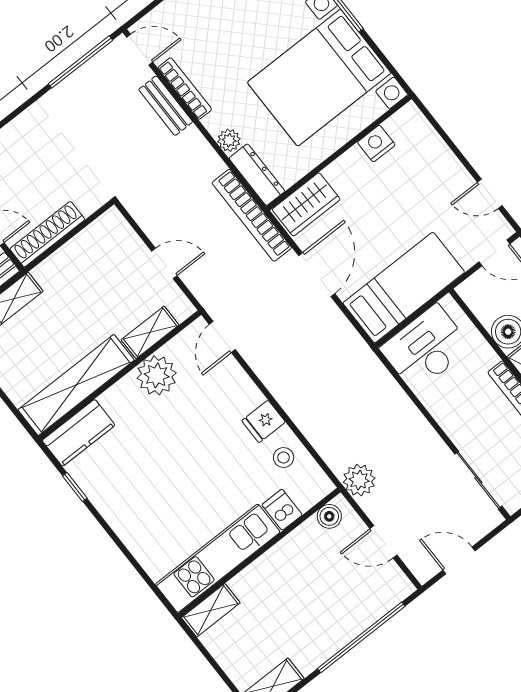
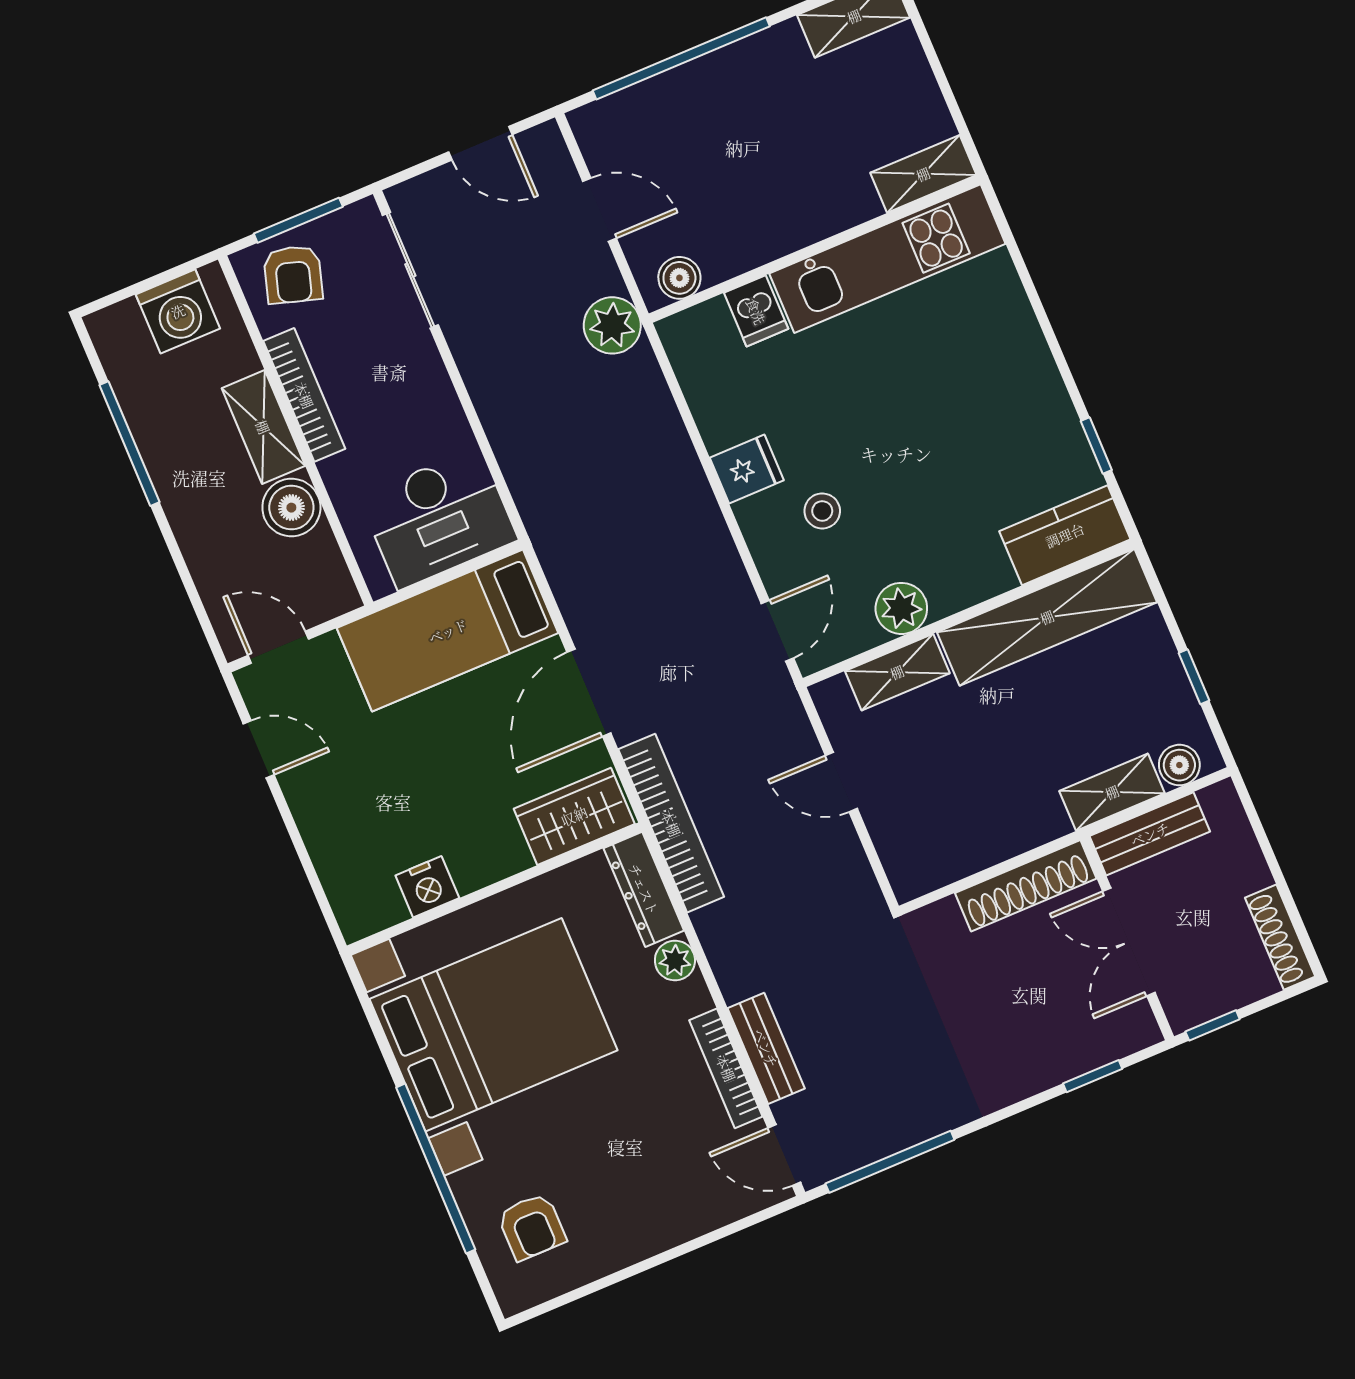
plant: (157, 375) -> (901, 608), width x0.73, depth x0.73
stool: (284, 457) -> (822, 511), moved

